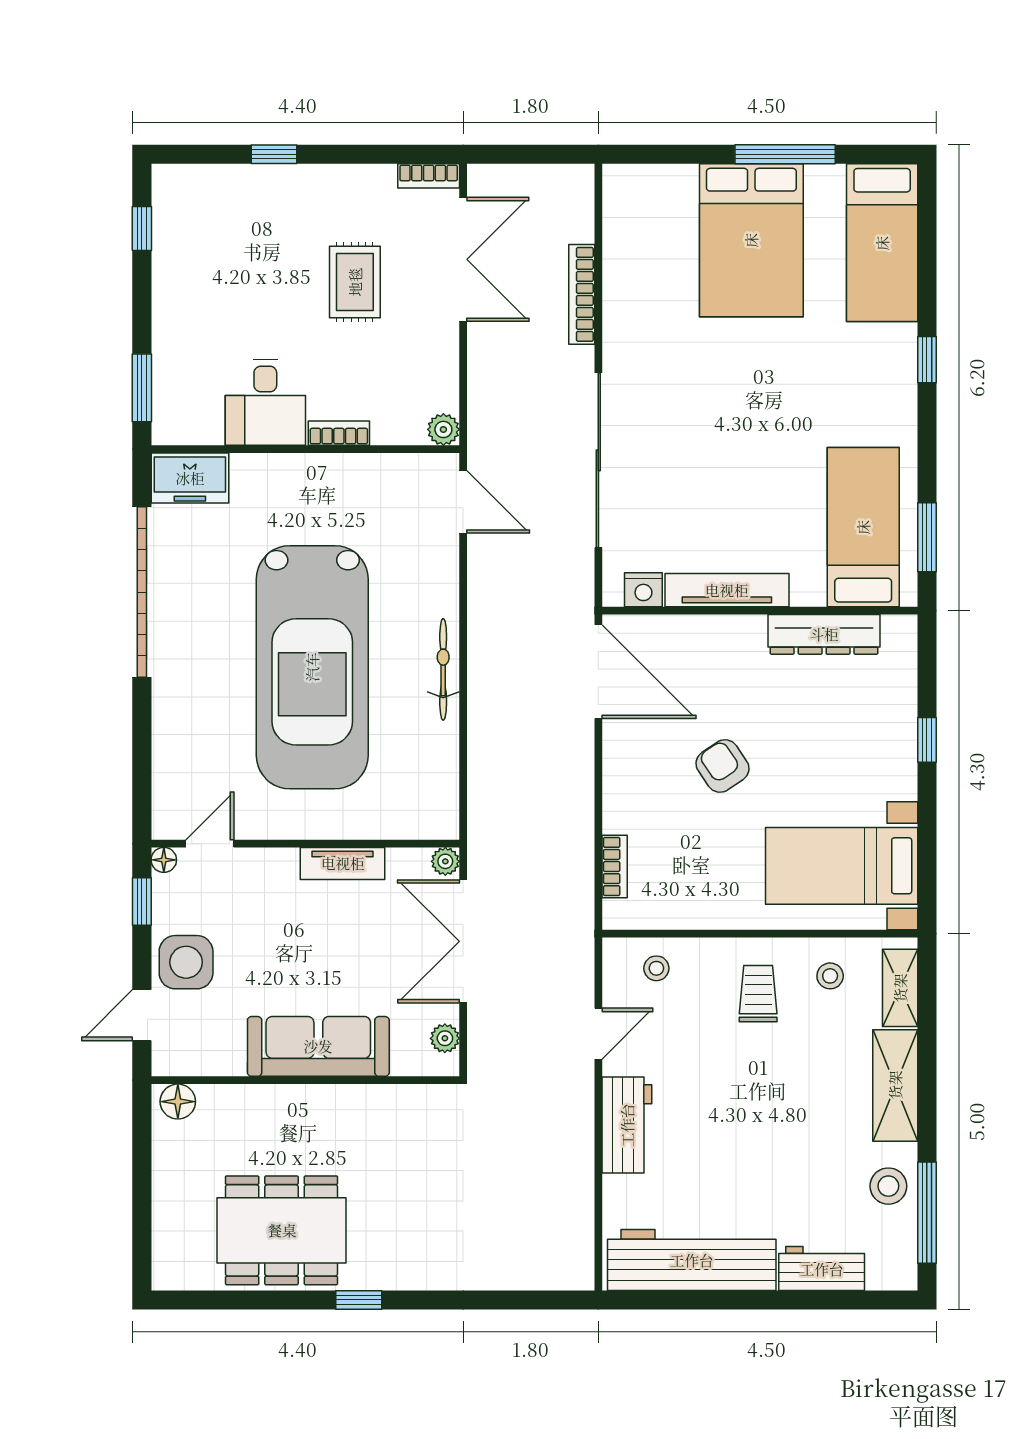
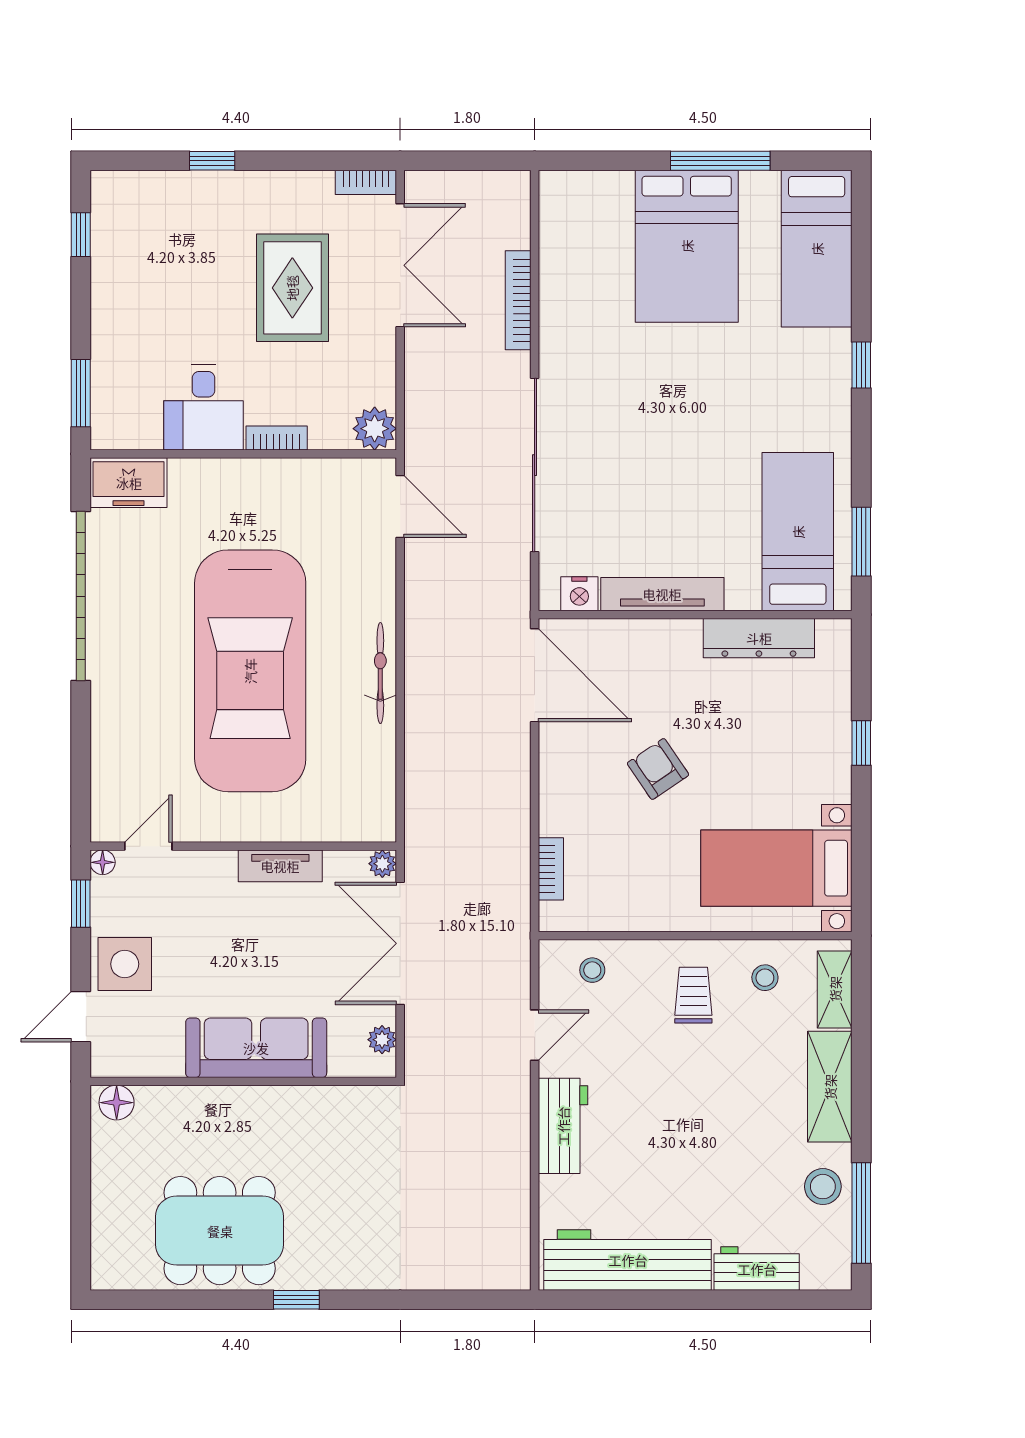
rug: (355, 282) -> (292, 288), width x1.36, depth x1.43
plant: (443, 429) -> (375, 429), width x1.38, depth x1.38

